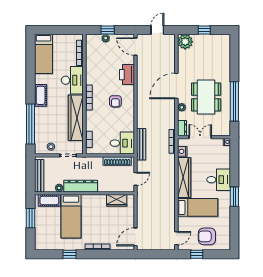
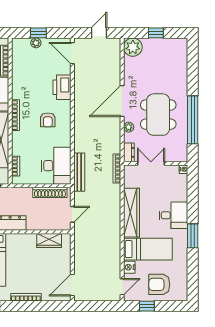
desk: (122, 143) -> (56, 166), width x1.37
nightstand: (182, 151) -> (129, 267), moved

